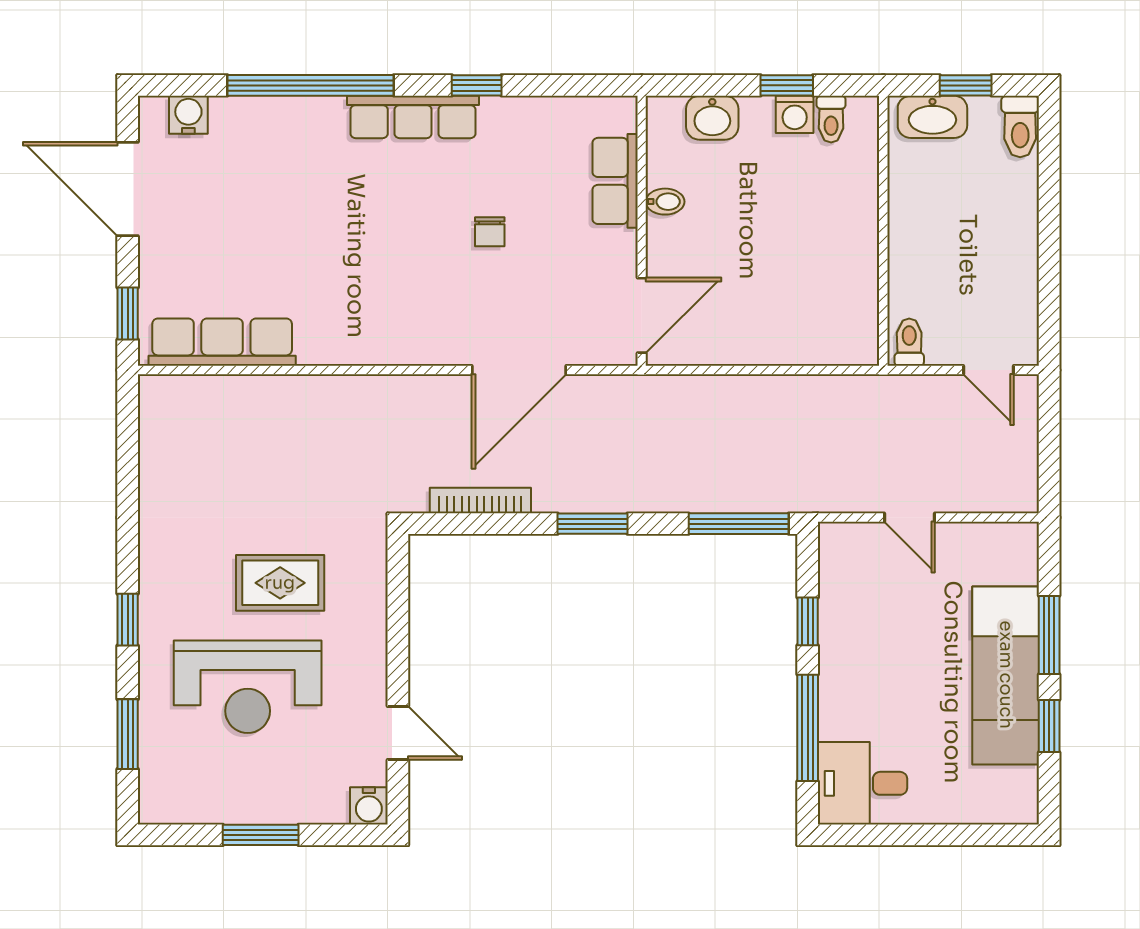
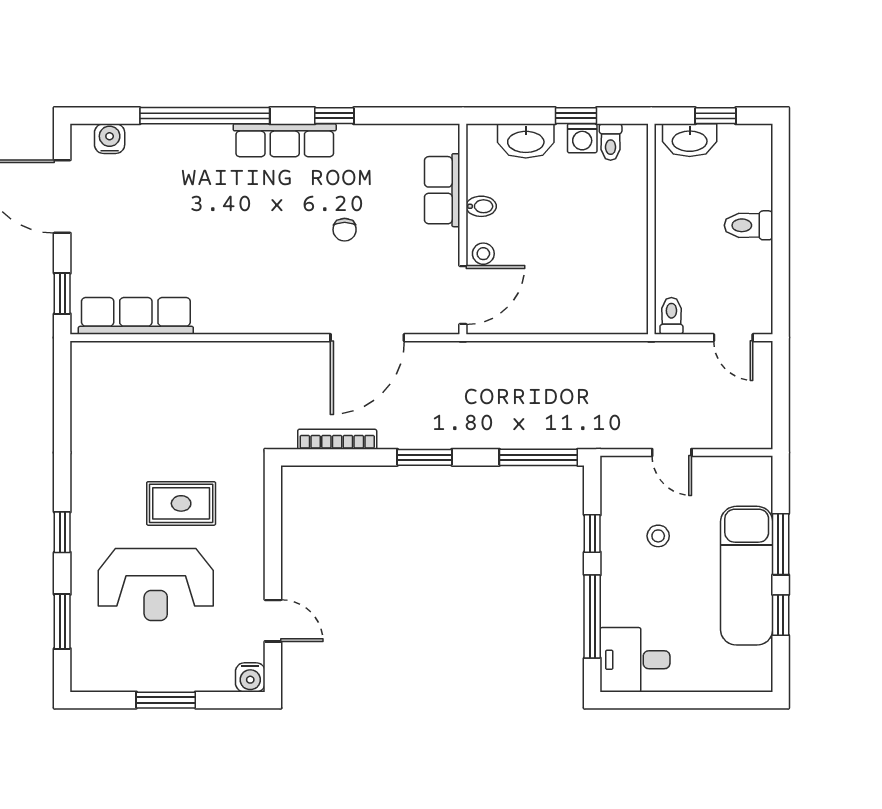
washbasin: (712, 118) -> (526, 141), width x1.38
toilet: (1020, 127) -> (749, 225), moved, turned 90
stool: (668, 262) -> (483, 254), added
stool: (892, 624) -> (658, 536), added

